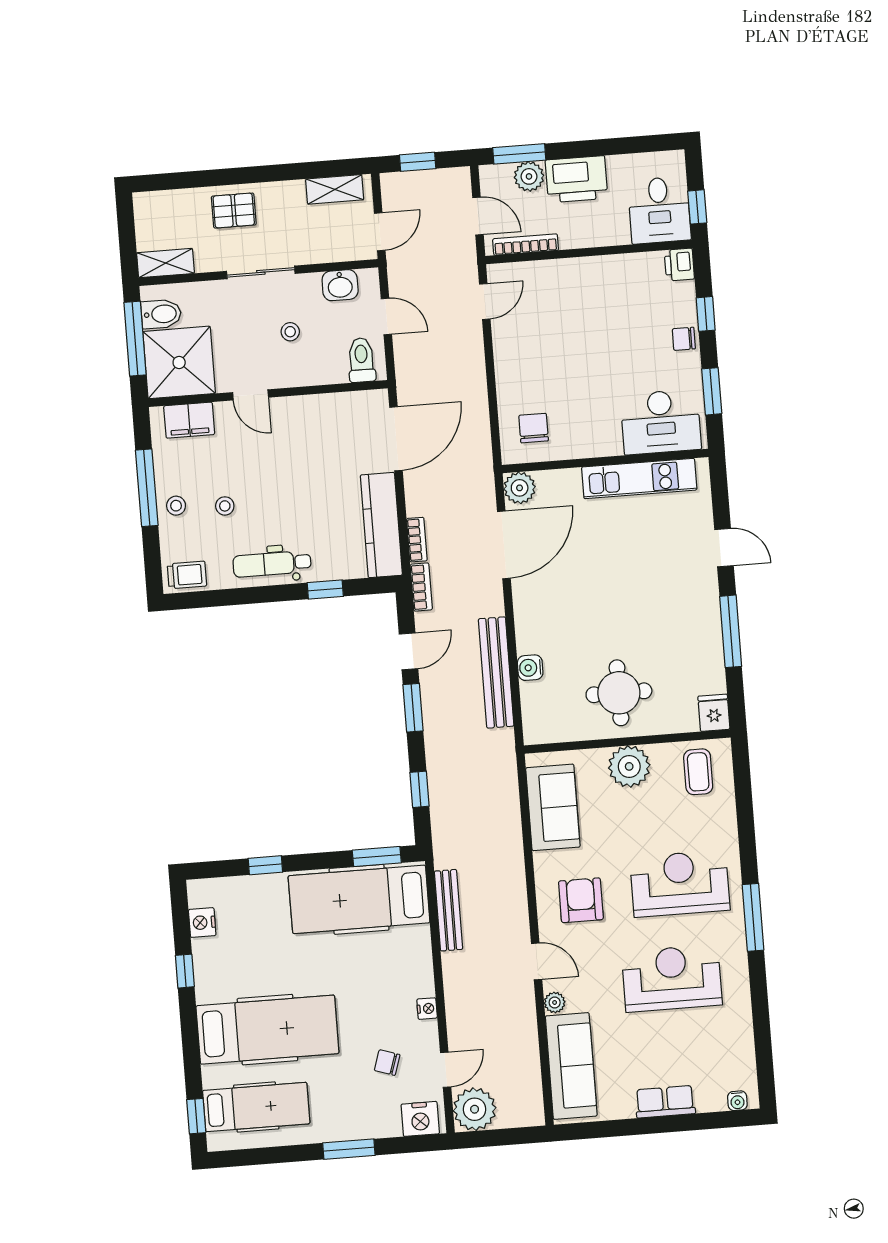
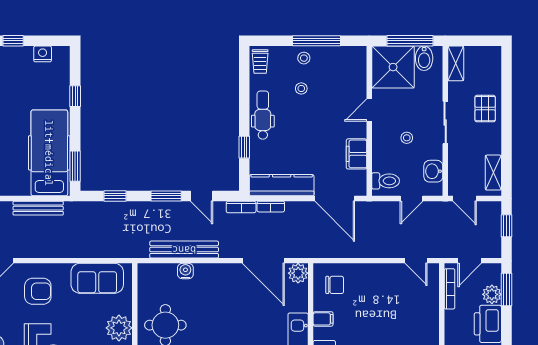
filing cabinet: (189, 420) -> (357, 154), moved
filing cabinet: (589, 442) -> (323, 319), added

